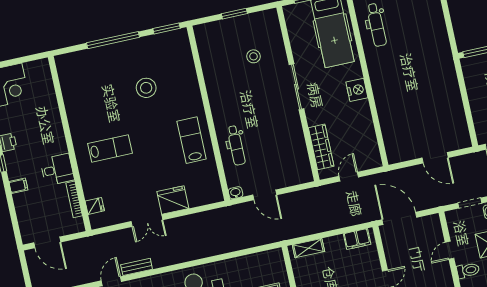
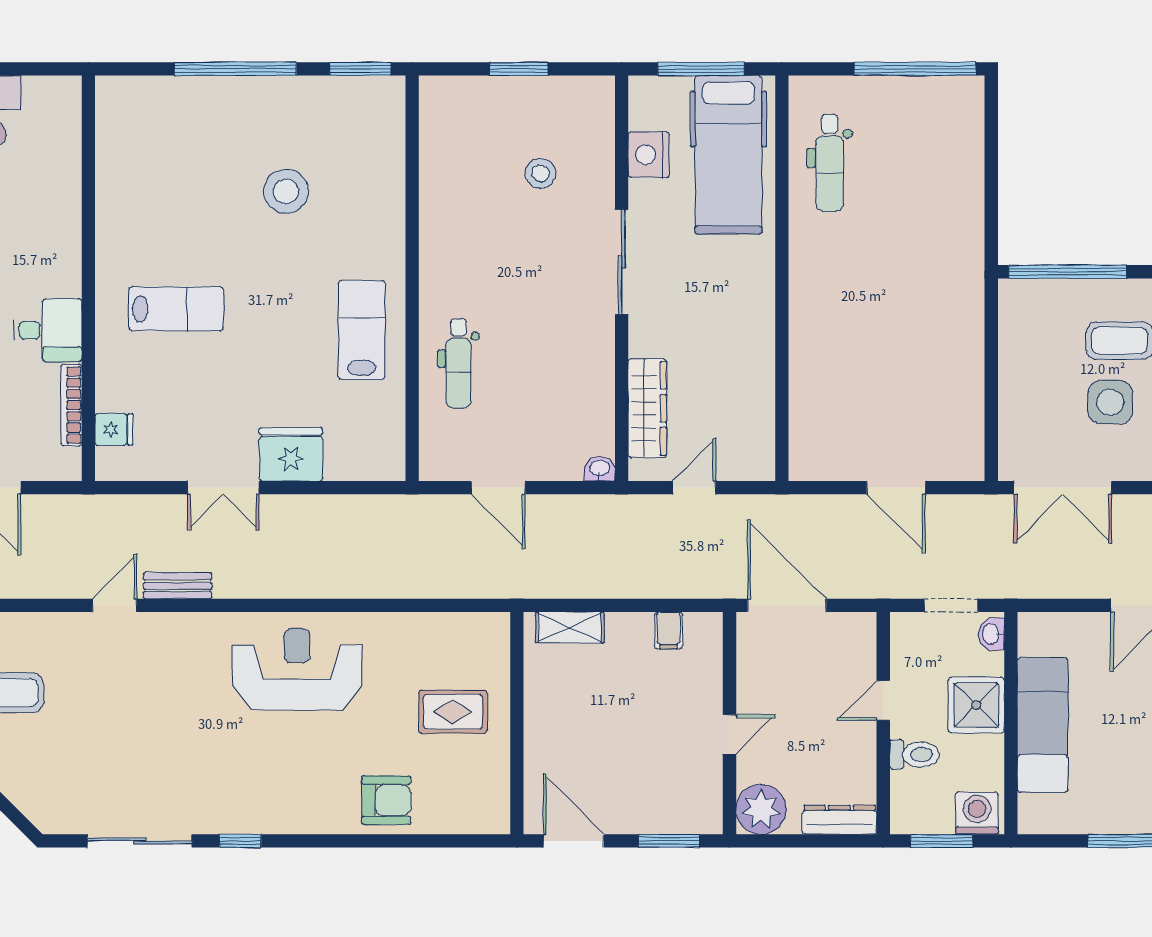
nightstand: (357, 90) -> (649, 155), moved, turned 180
washbasin: (235, 193) -> (600, 469), moved
filing cabinet: (357, 239) -> (669, 631), width x0.50

